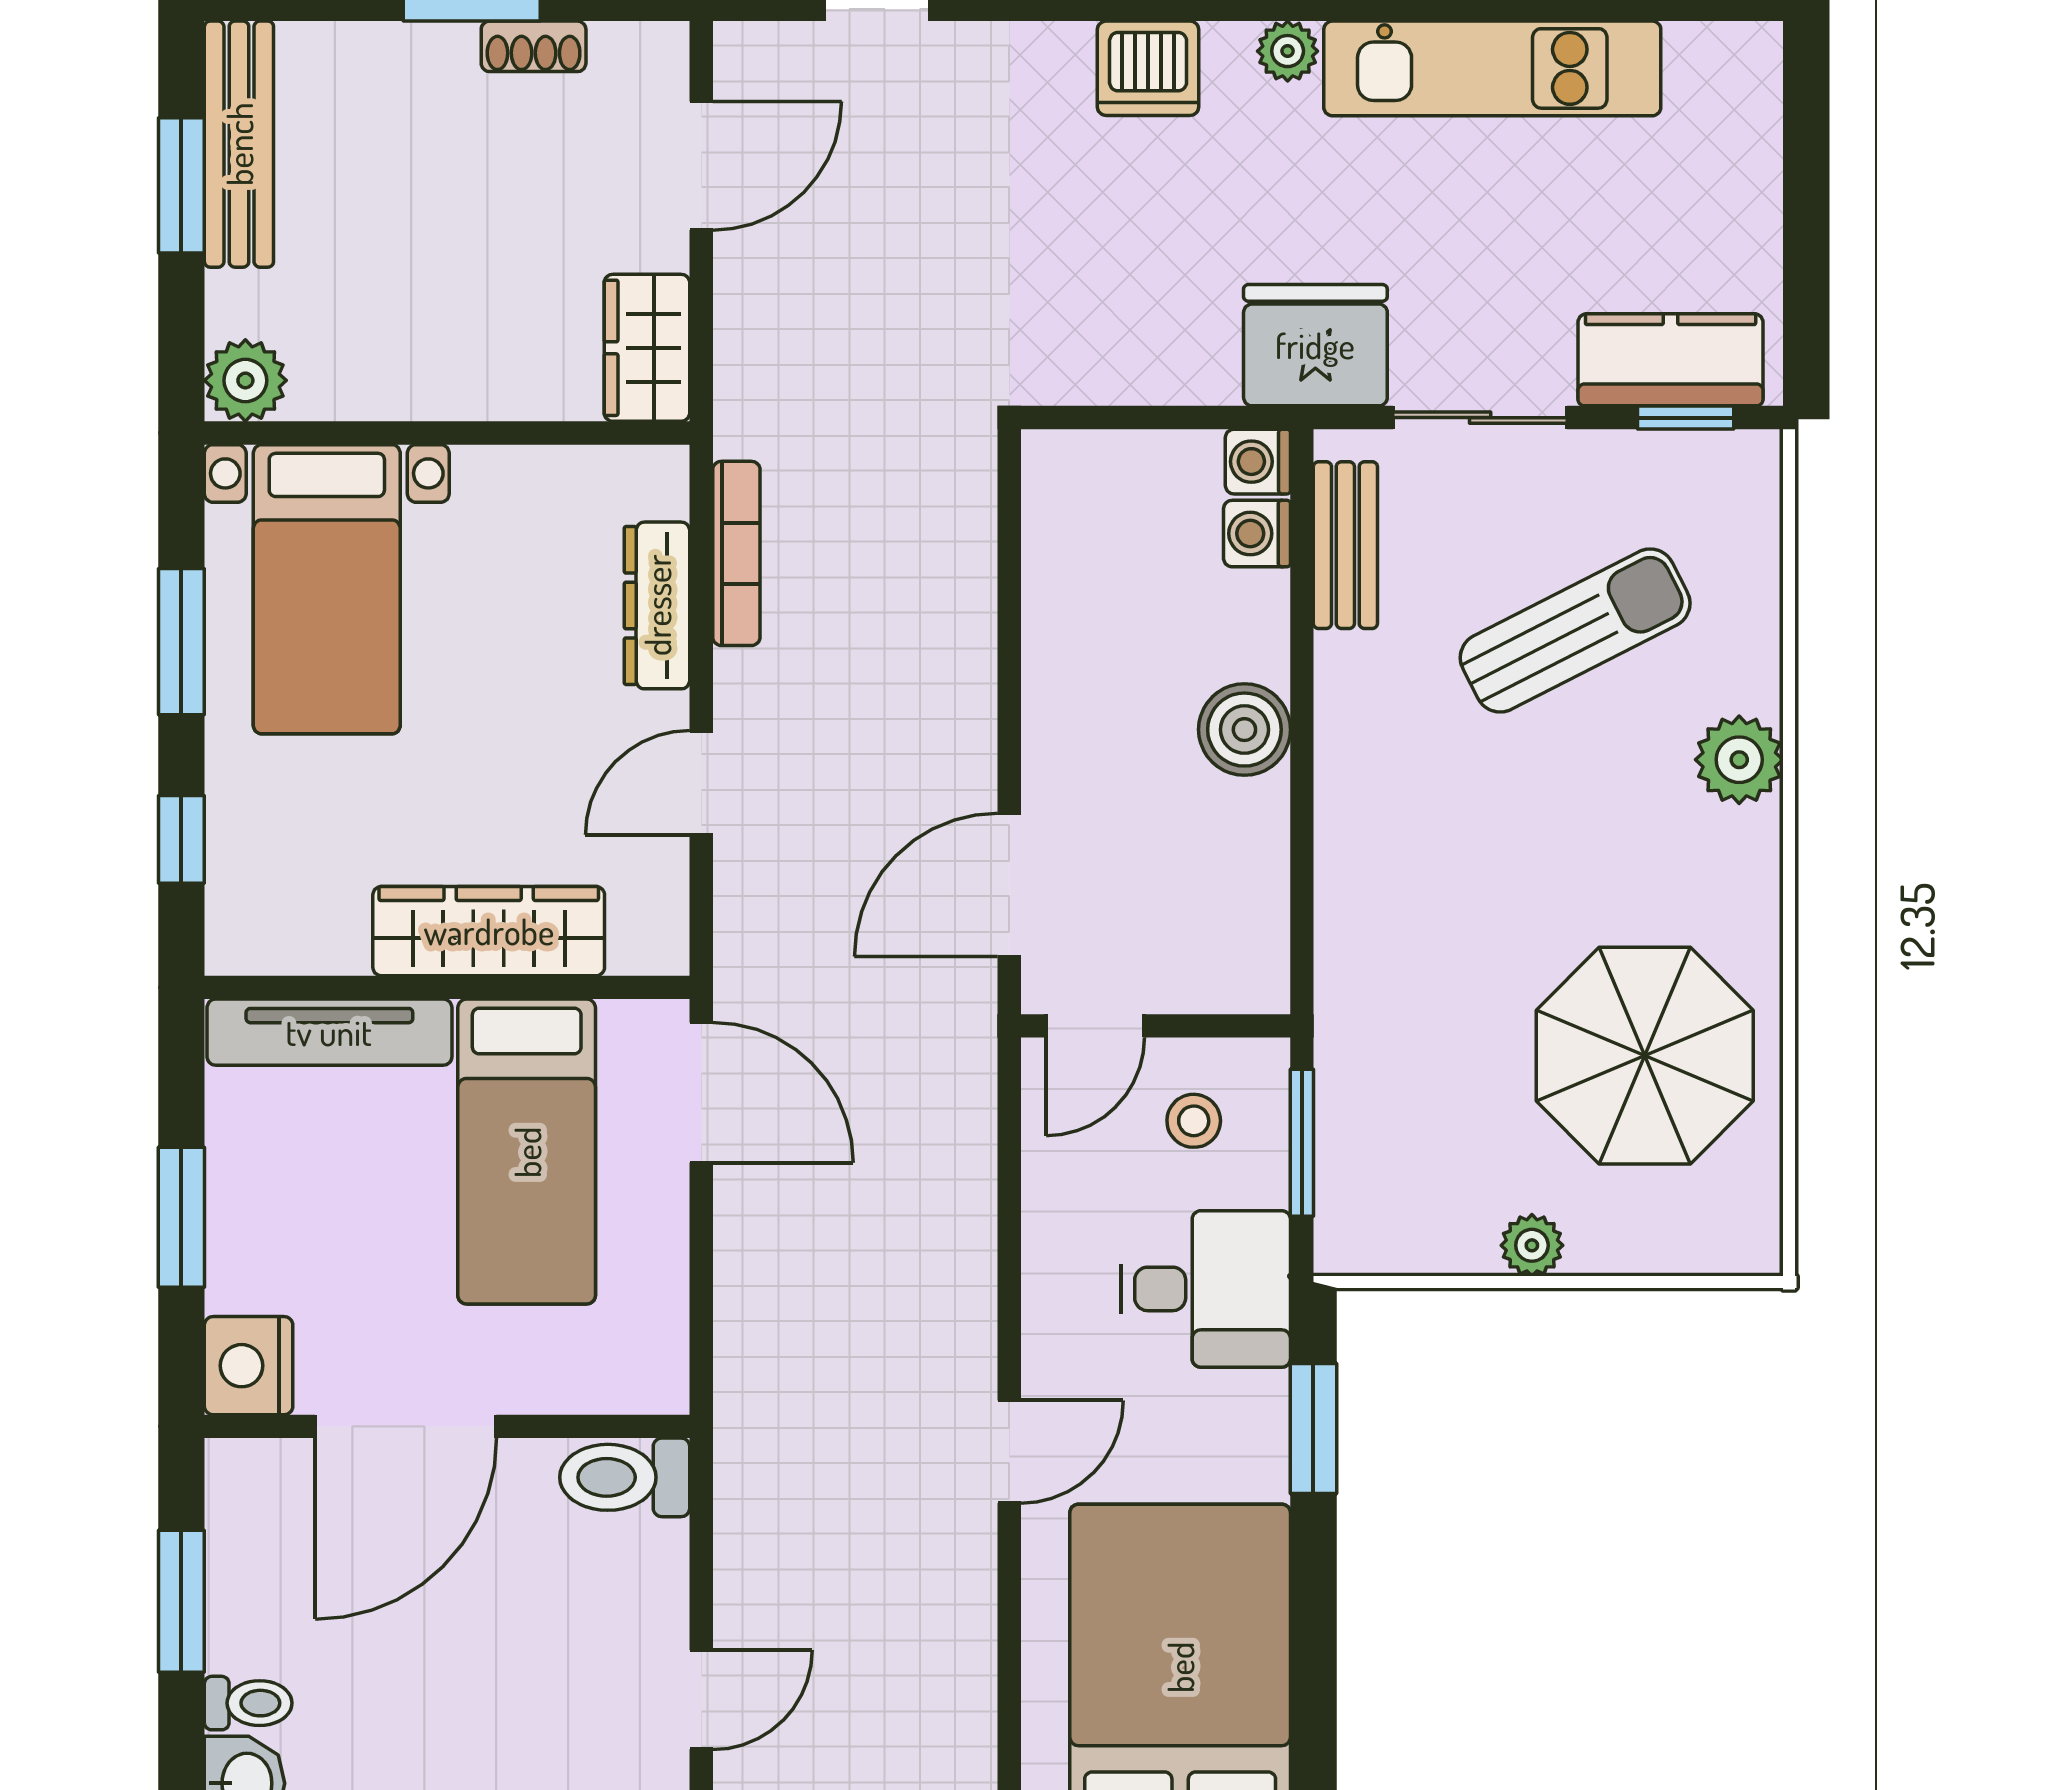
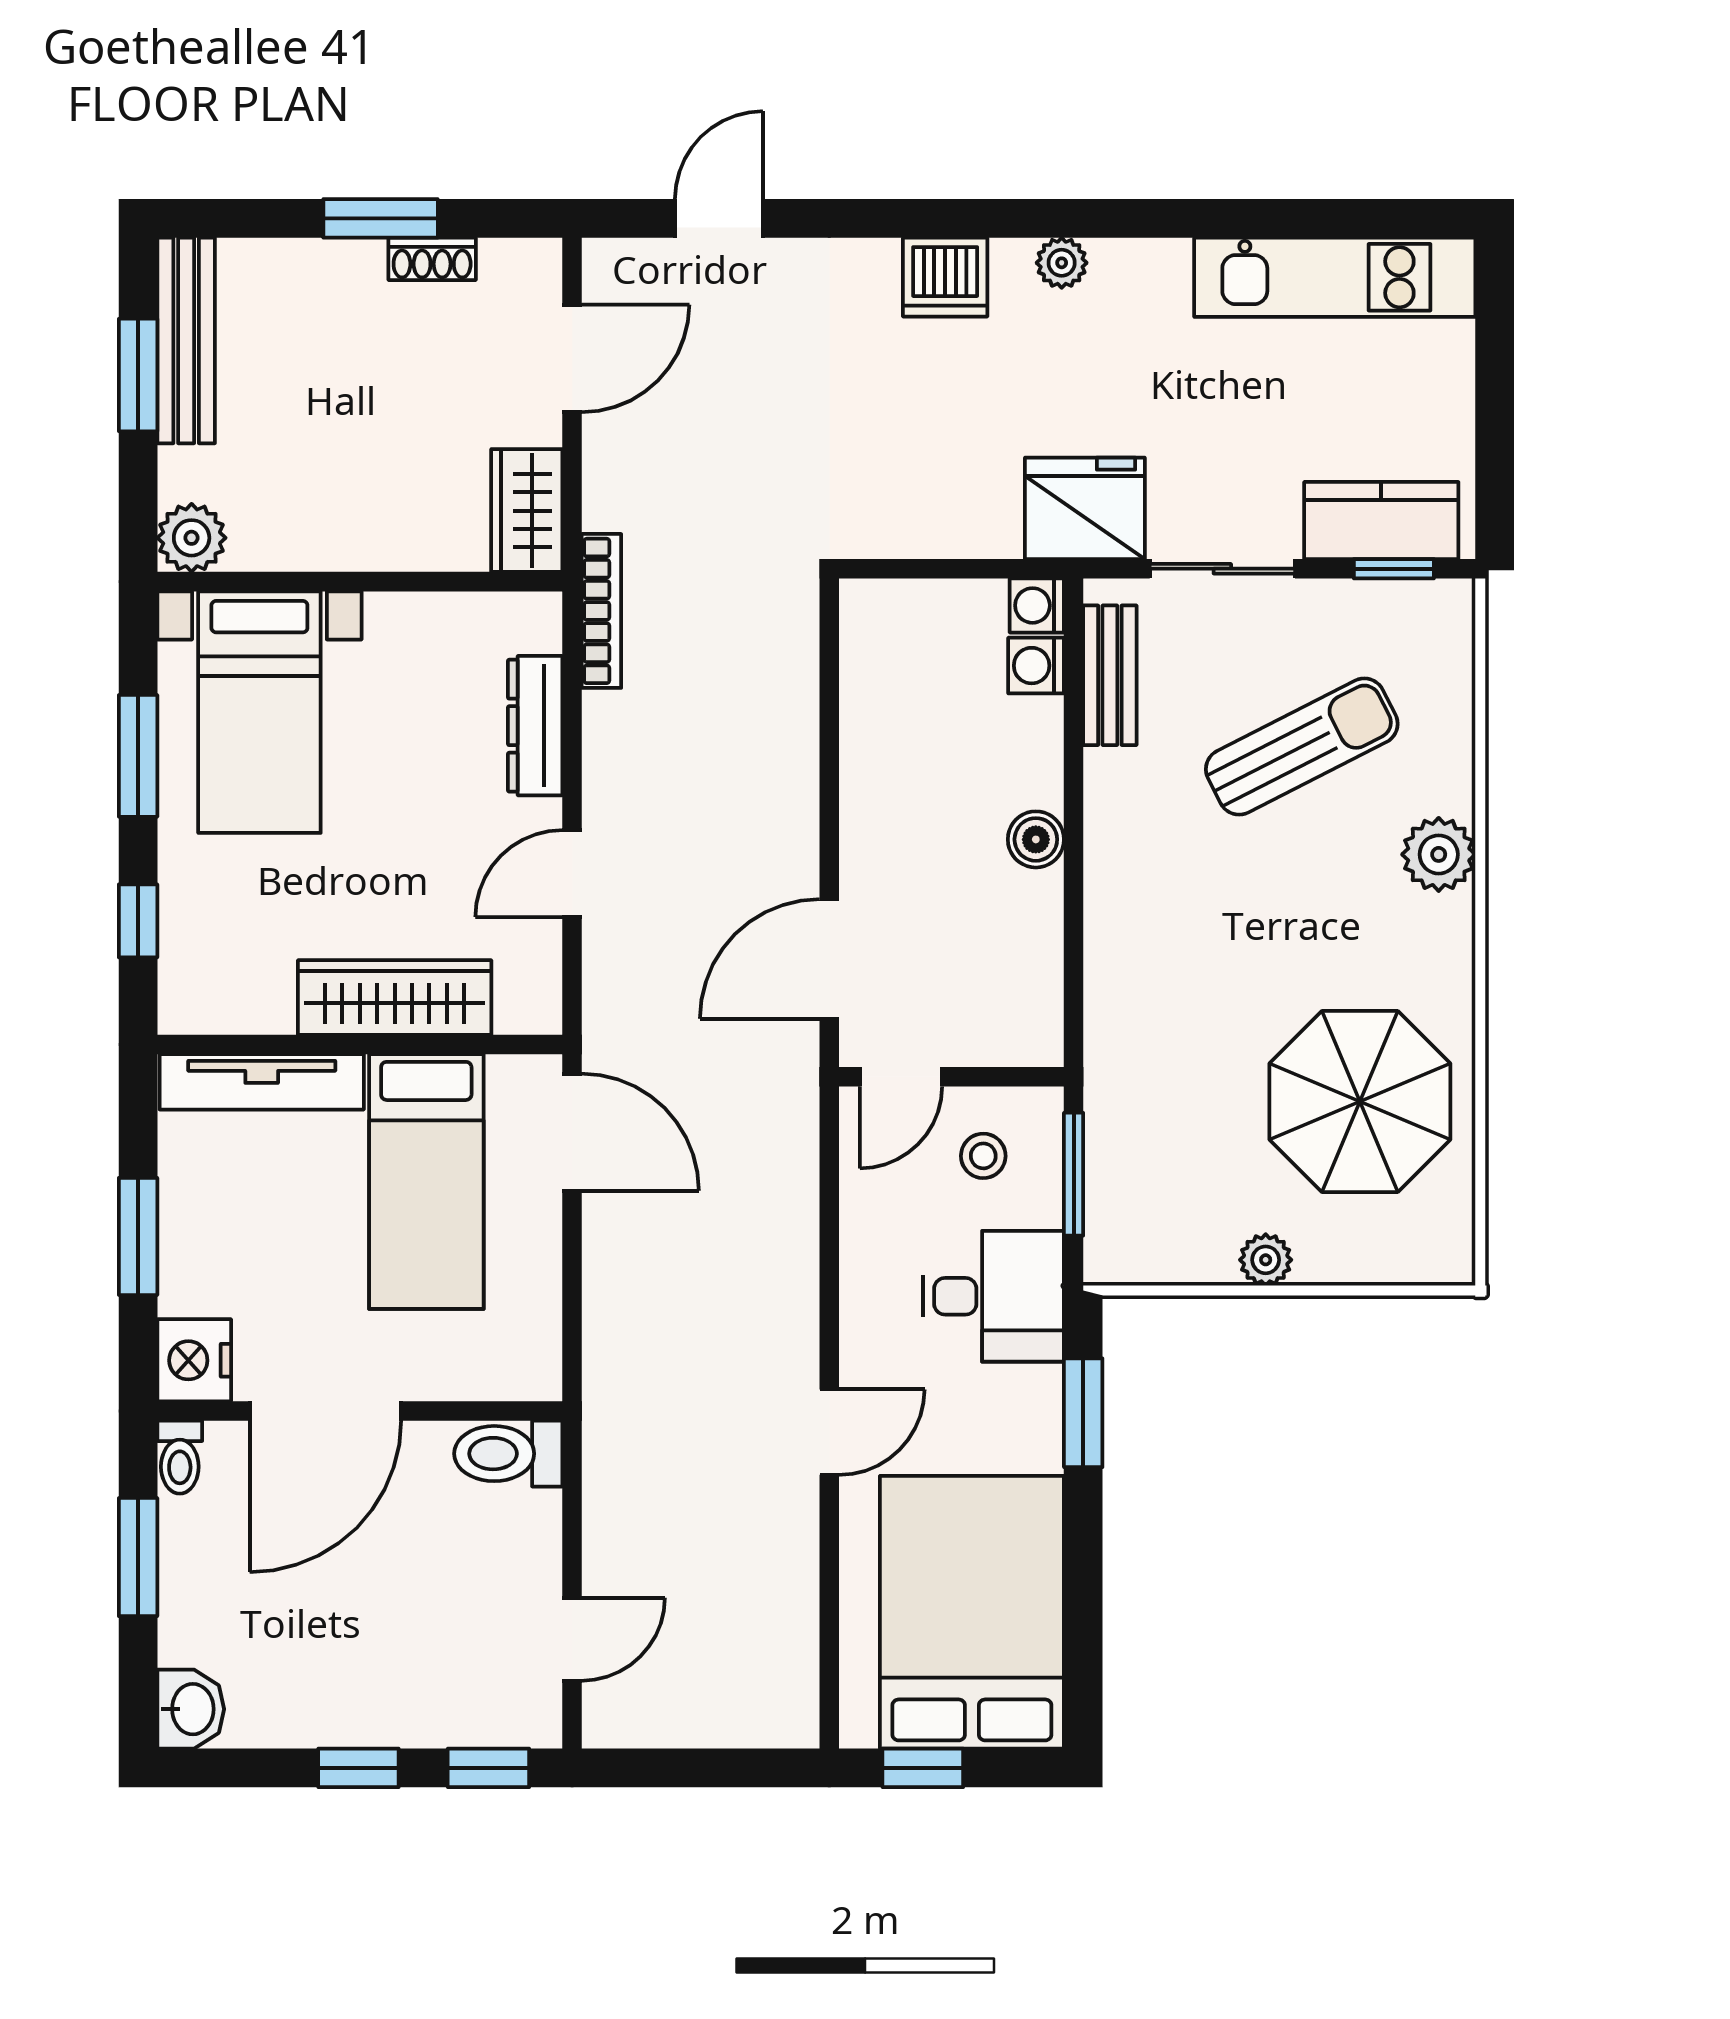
kitchen unit: (1492, 68) -> (1335, 277), moved
bookcase: (736, 553) -> (601, 611), moved
boiler: (1244, 730) -> (1036, 839), width x0.73, depth x0.73
toilet: (248, 1703) -> (180, 1457), moved, turned 90

